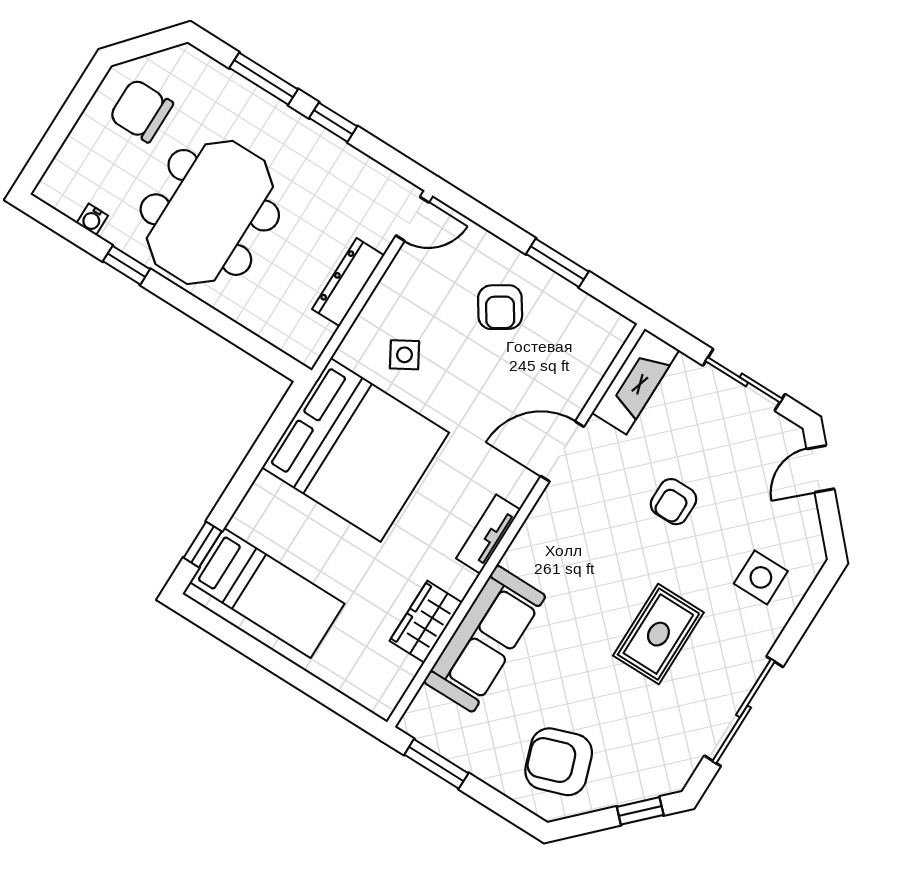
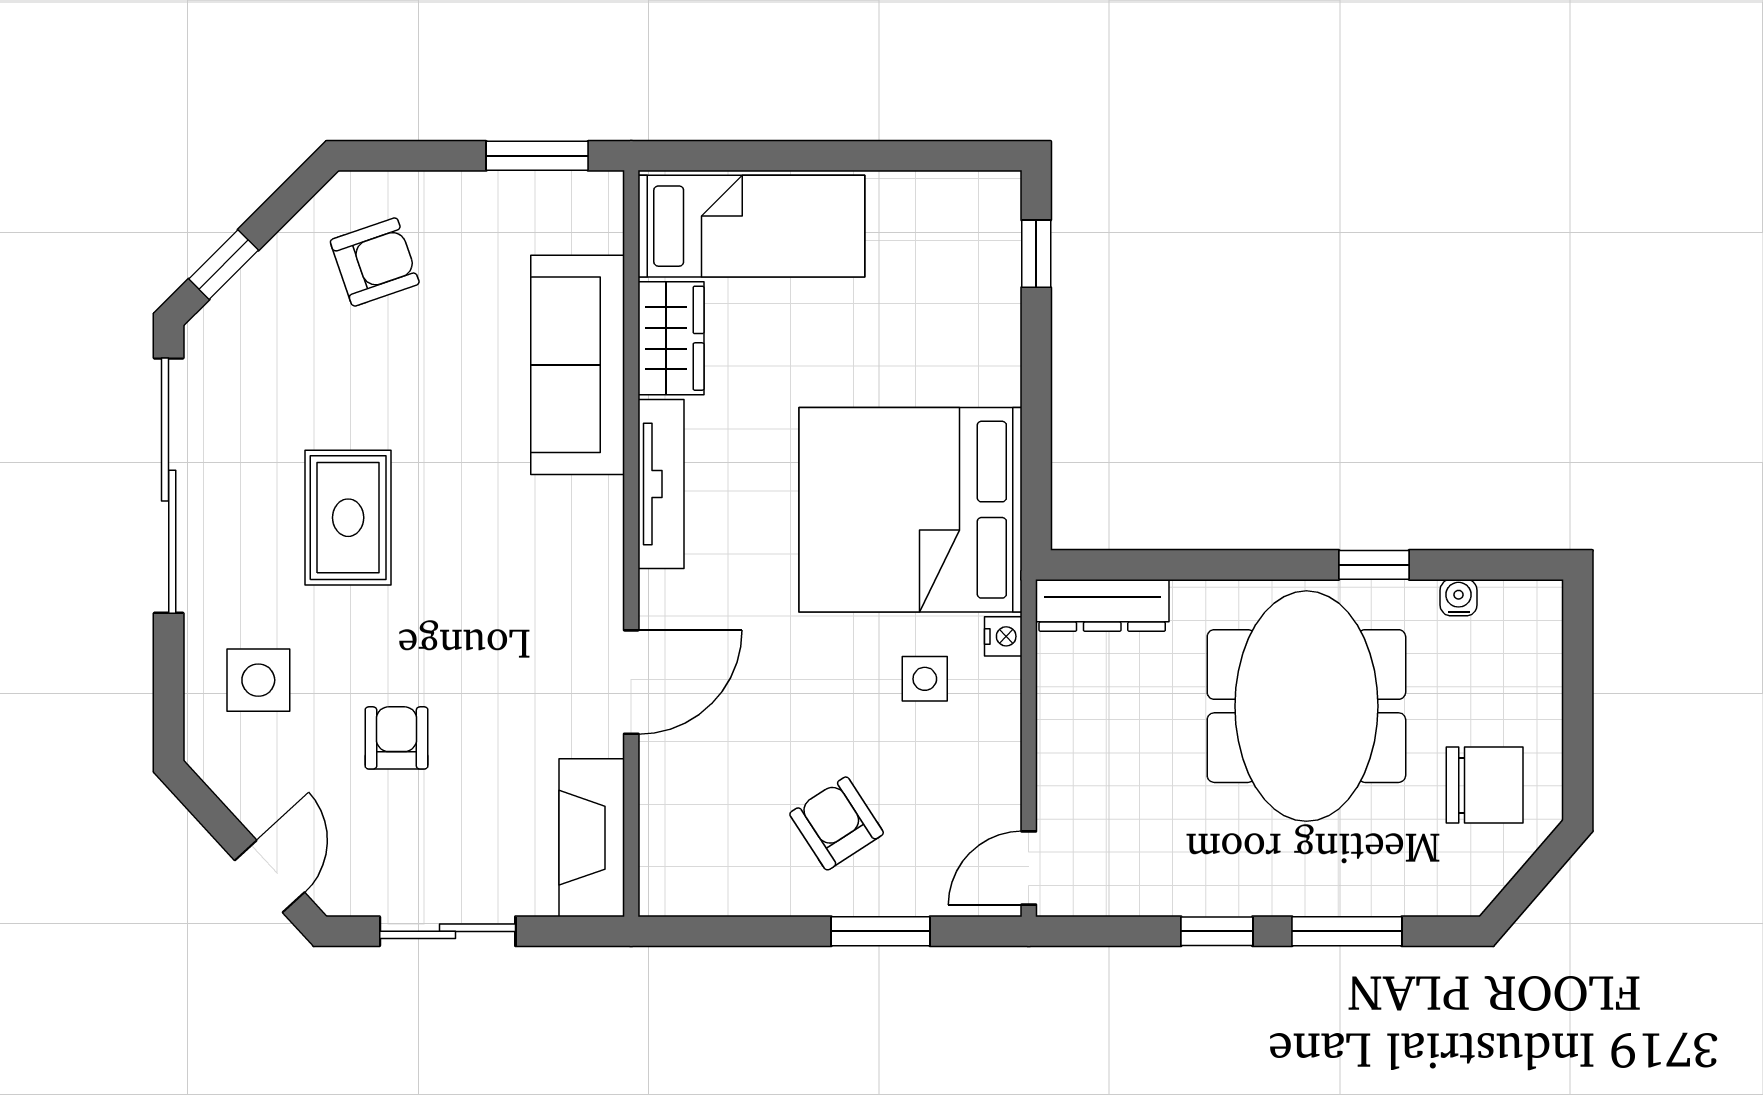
window: (557, 263) -> (881, 931), moved
dresser: (348, 282) -> (1102, 605), moved, turned 90
nightstand: (348, 351) -> (1003, 636), added
side table: (404, 355) -> (925, 679), turned 30
armchair: (673, 502) -> (397, 738), moved
tv unit: (488, 534) -> (661, 484), width x1.41
bed: (267, 593) -> (751, 226), moved, turned 180
sliding door: (744, 711) -> (169, 486), width x1.36
armchair: (559, 762) -> (375, 262), width x0.72, depth x0.72

